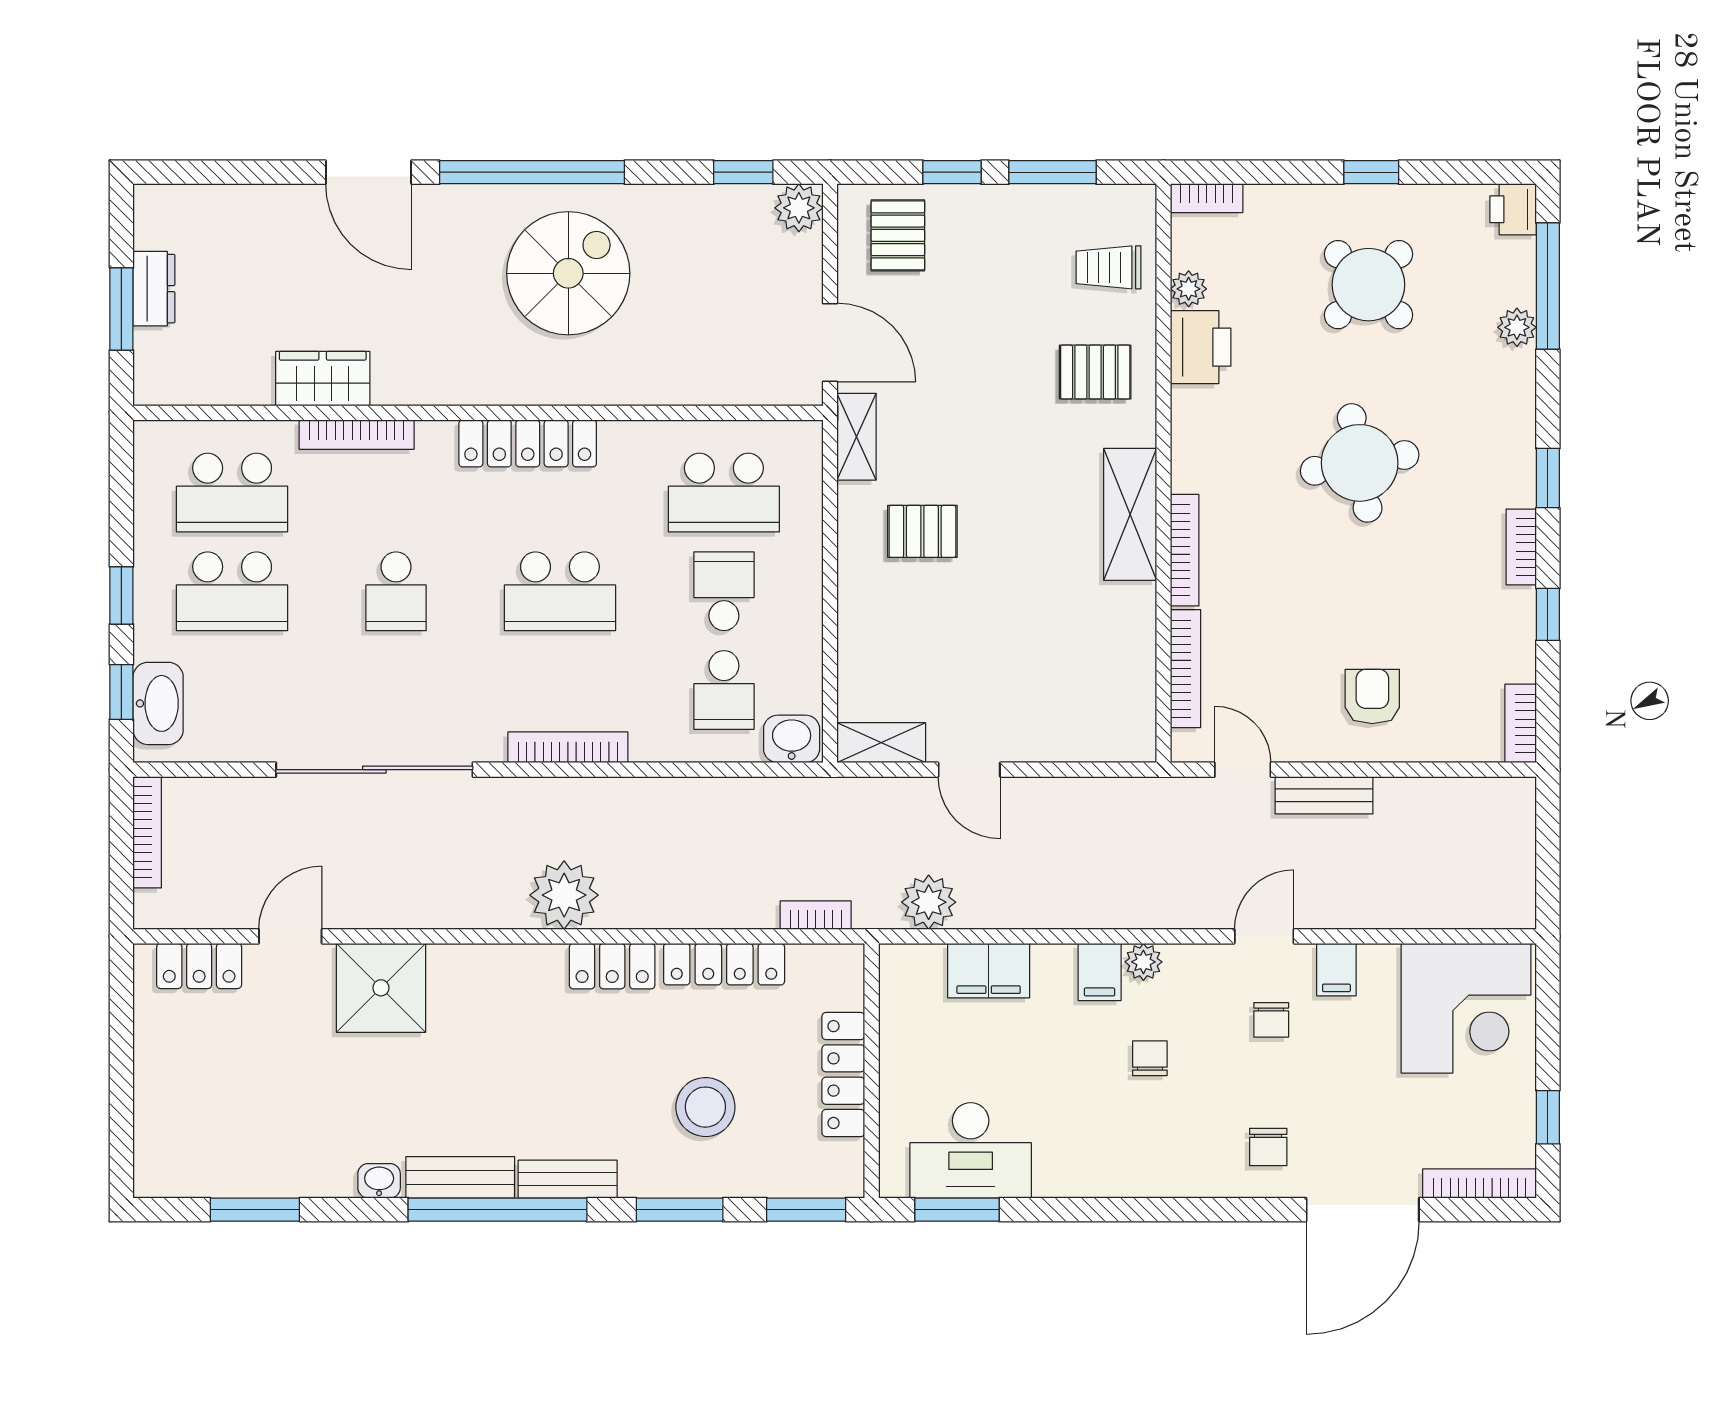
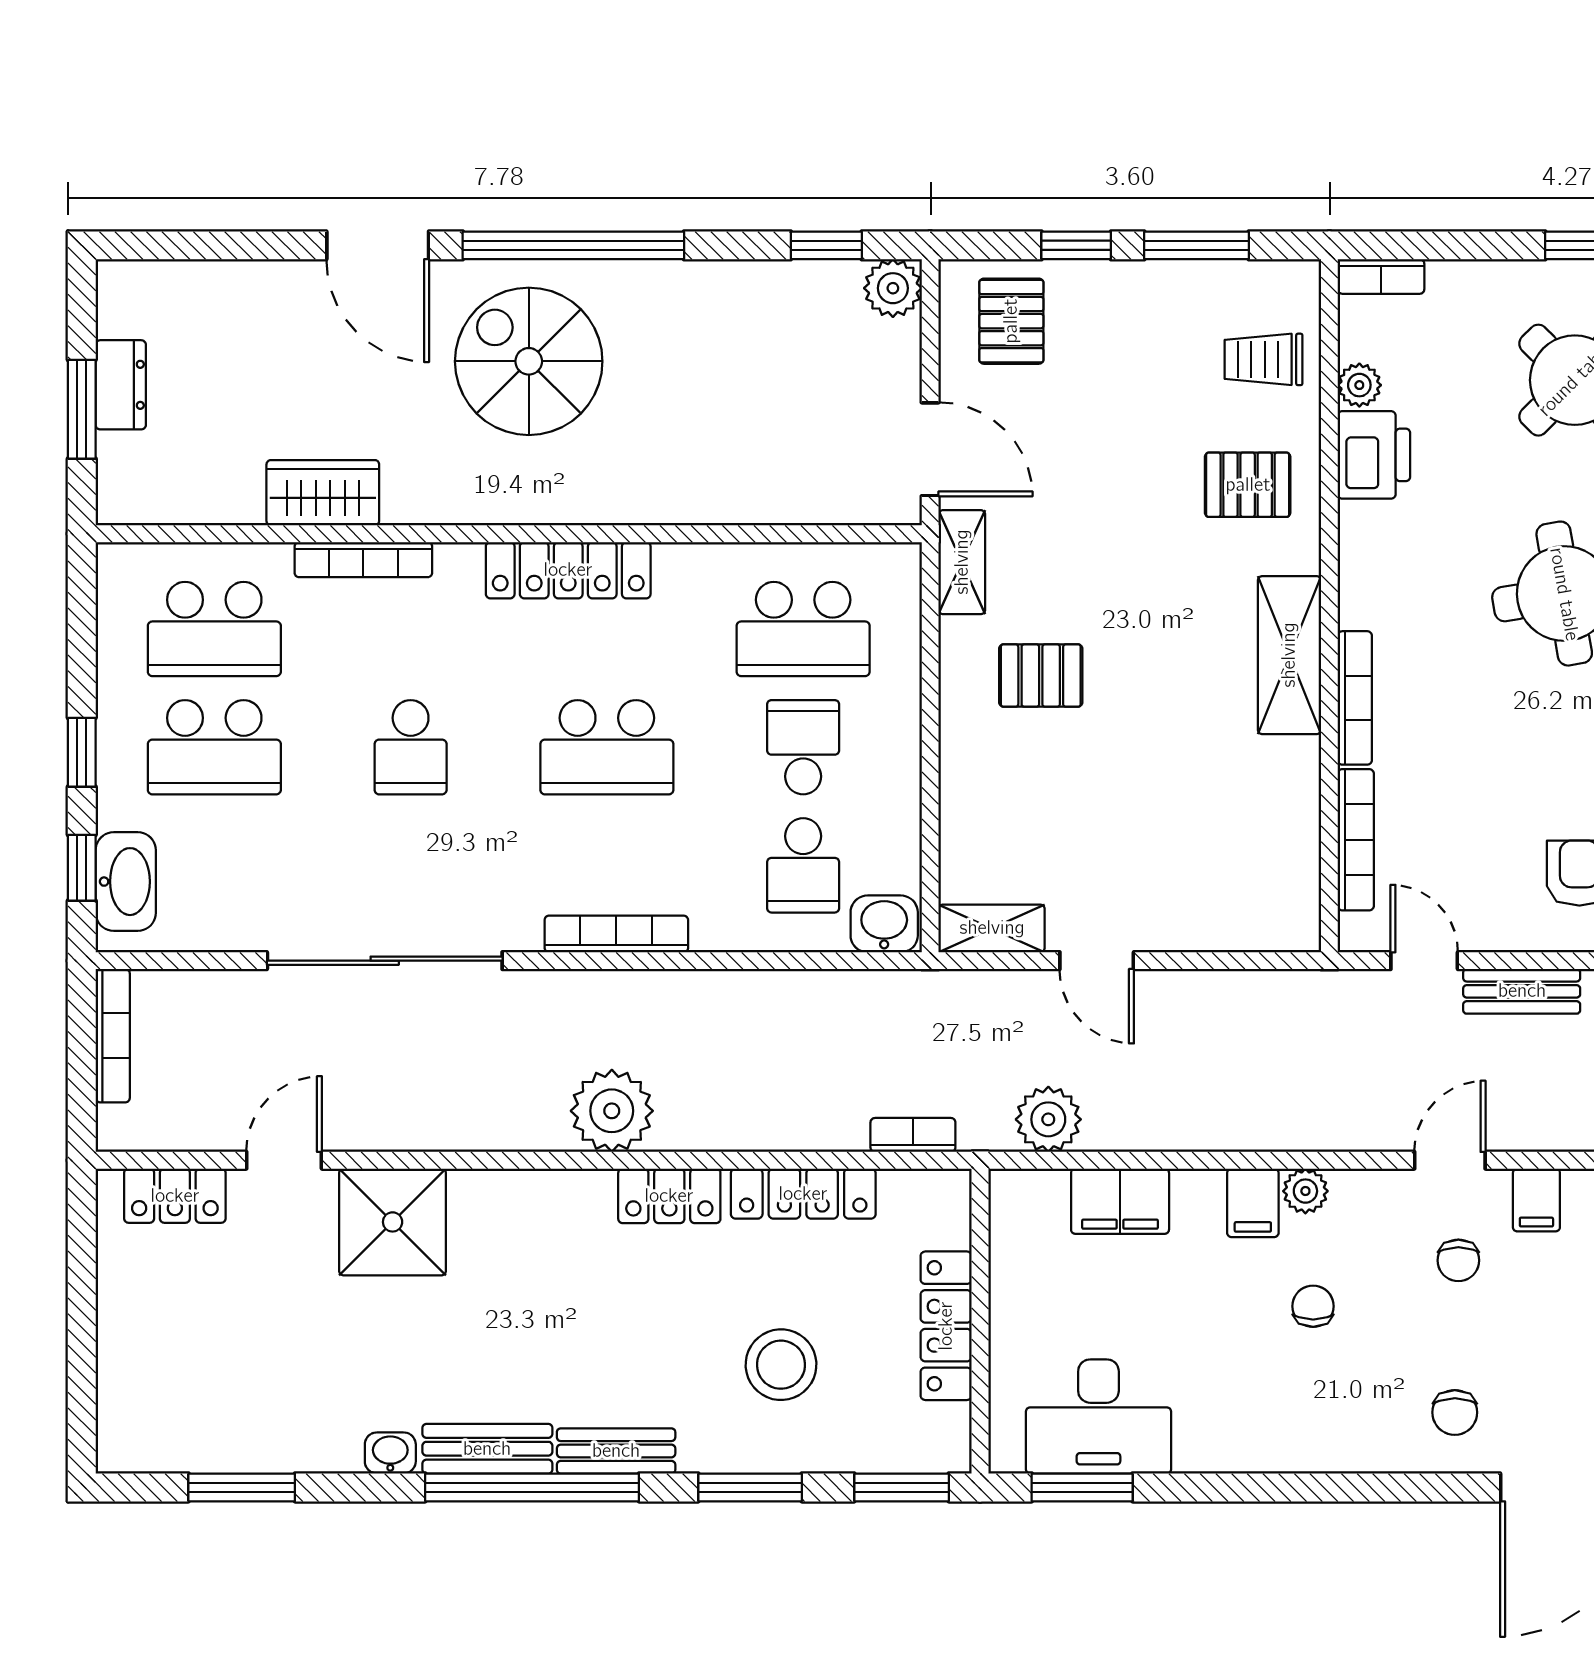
spiral stairs: (568, 273) -> (529, 361), moved, turned -90

